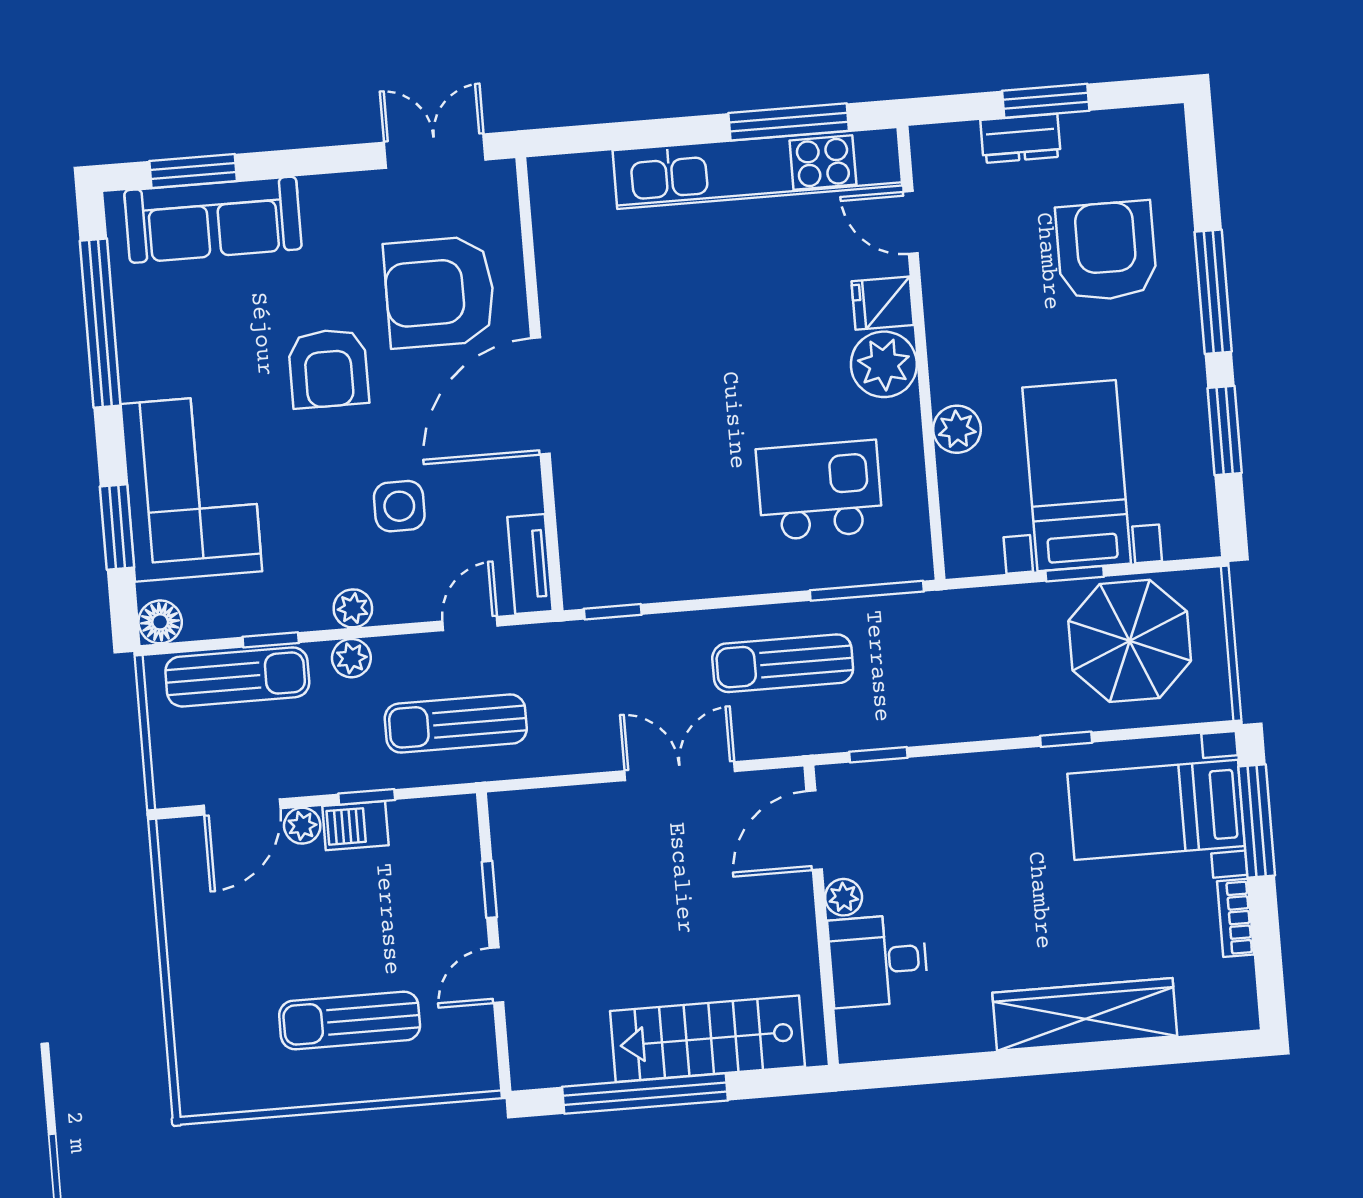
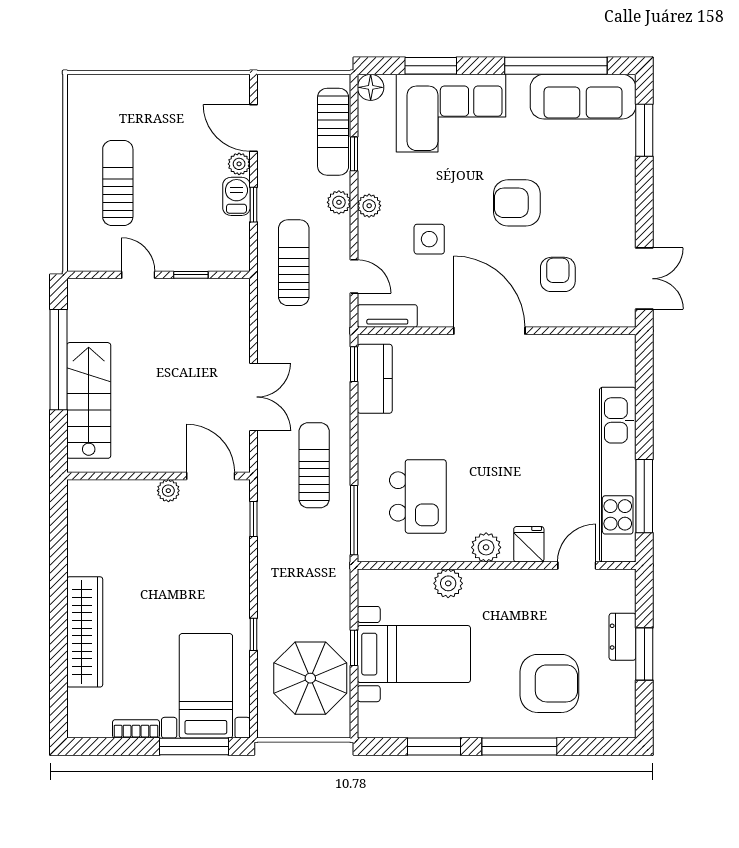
sofa: (213, 220) -> (583, 97), moved, turned -90
armchair: (440, 292) -> (558, 274), width x0.53, depth x0.53
plant: (884, 364) -> (486, 547), width x0.73, depth x0.73
kitchen counter: (634, 576) -> (375, 379), added
desk: (878, 961) -> (128, 509), removed

